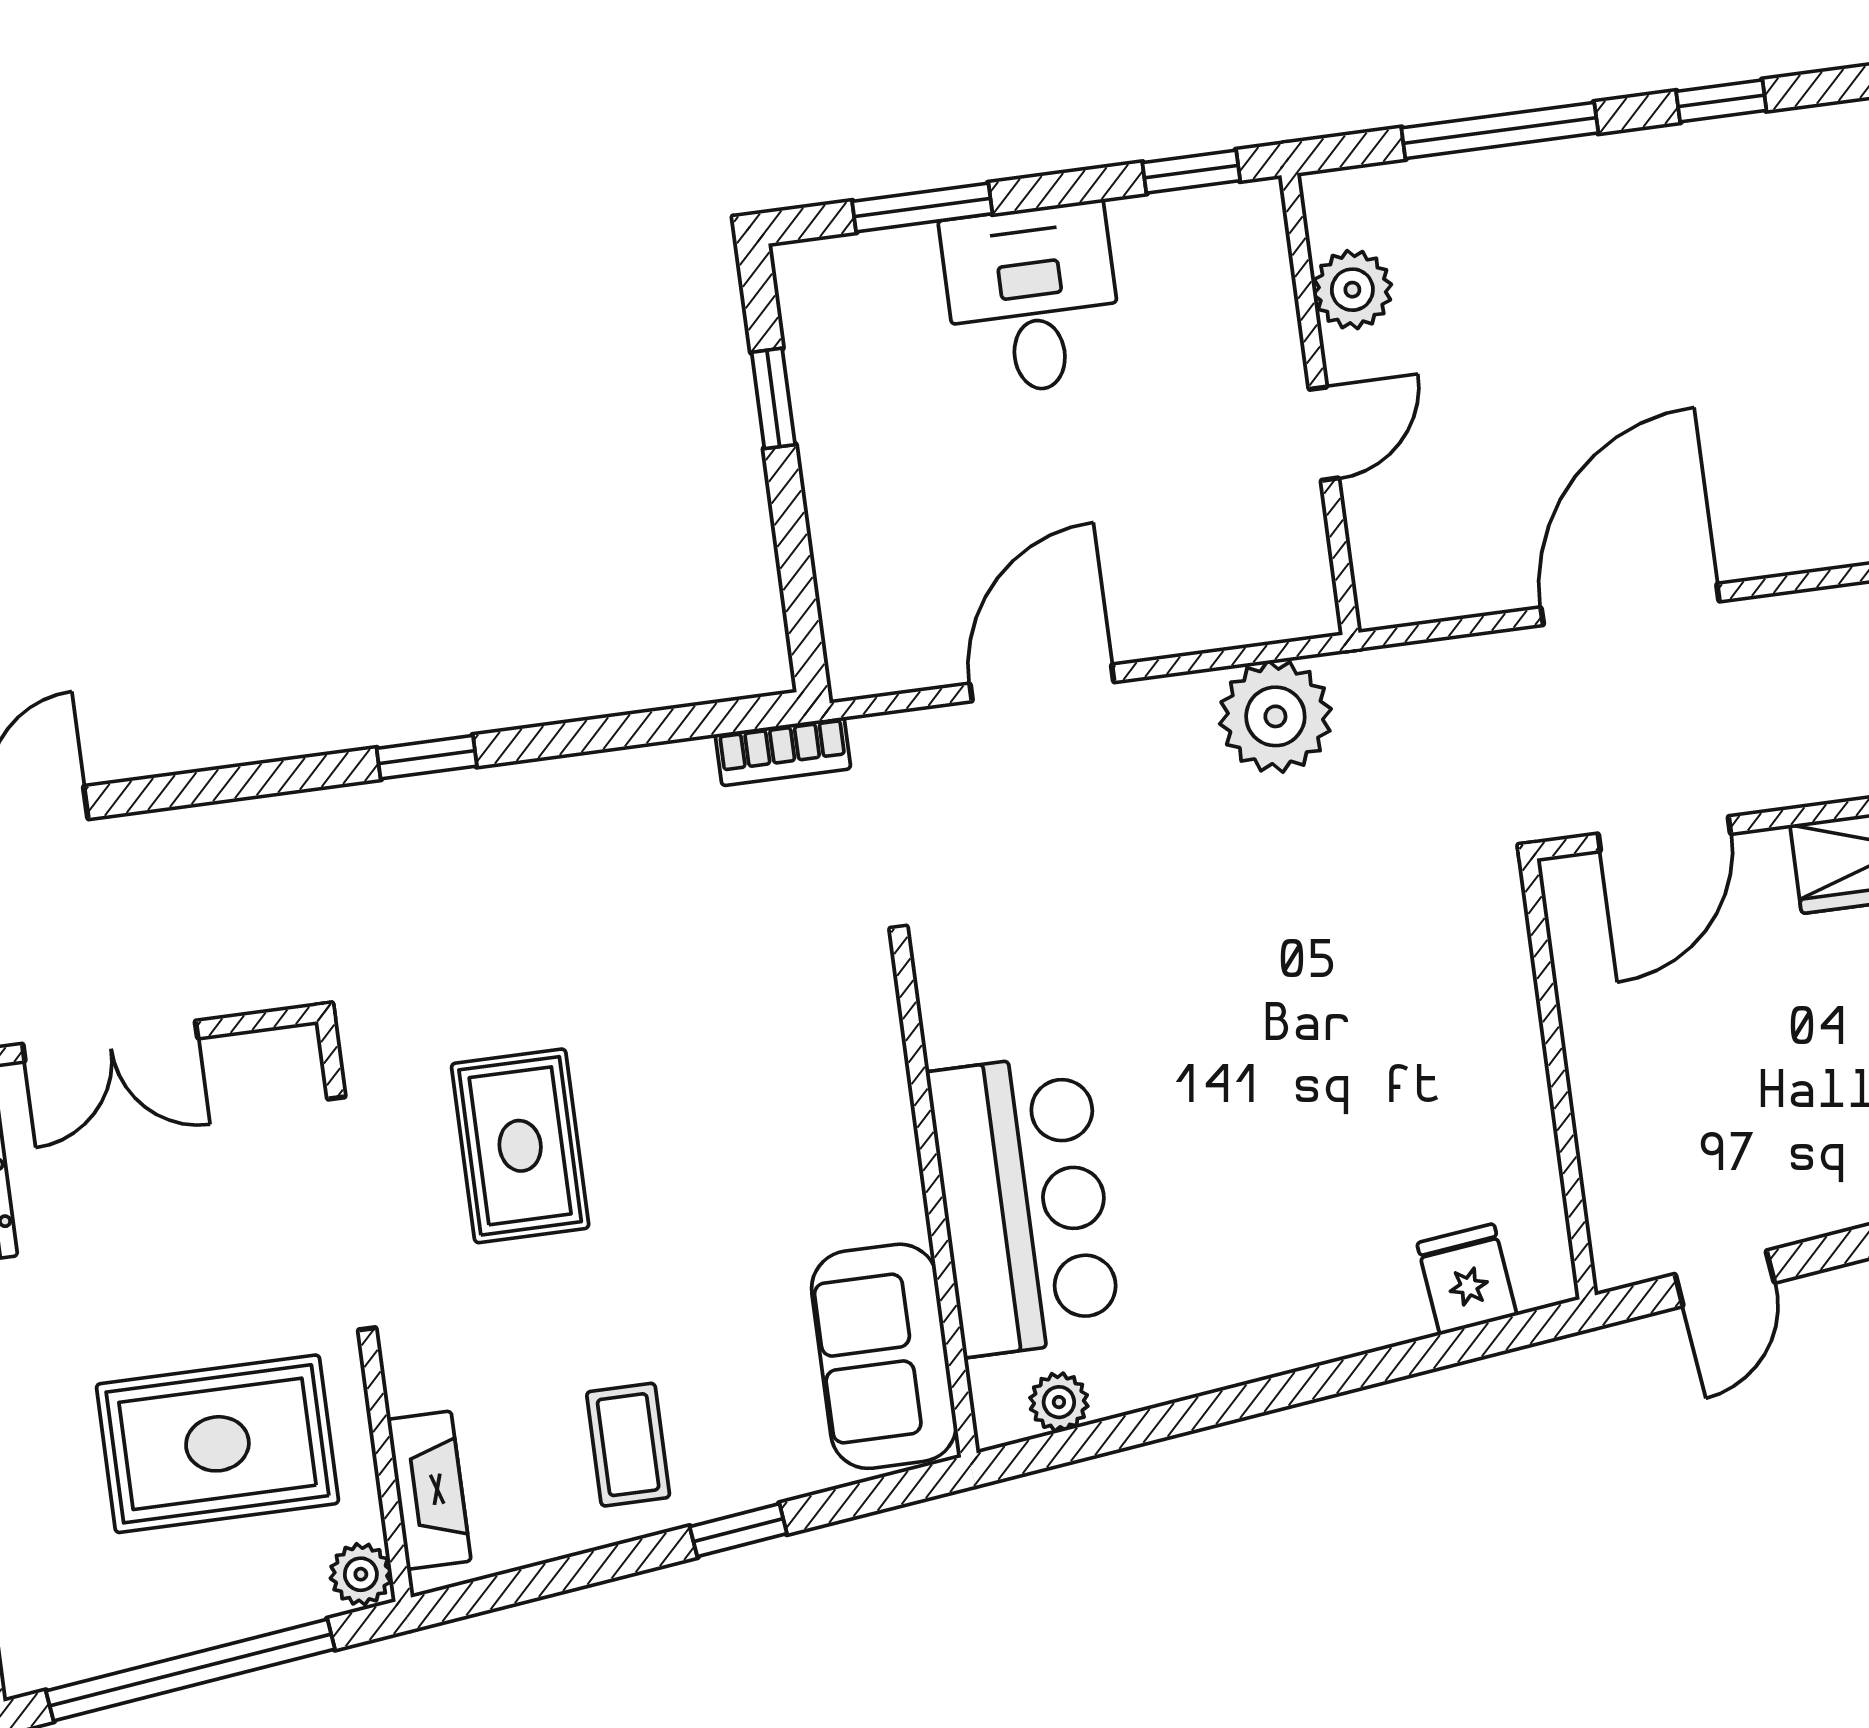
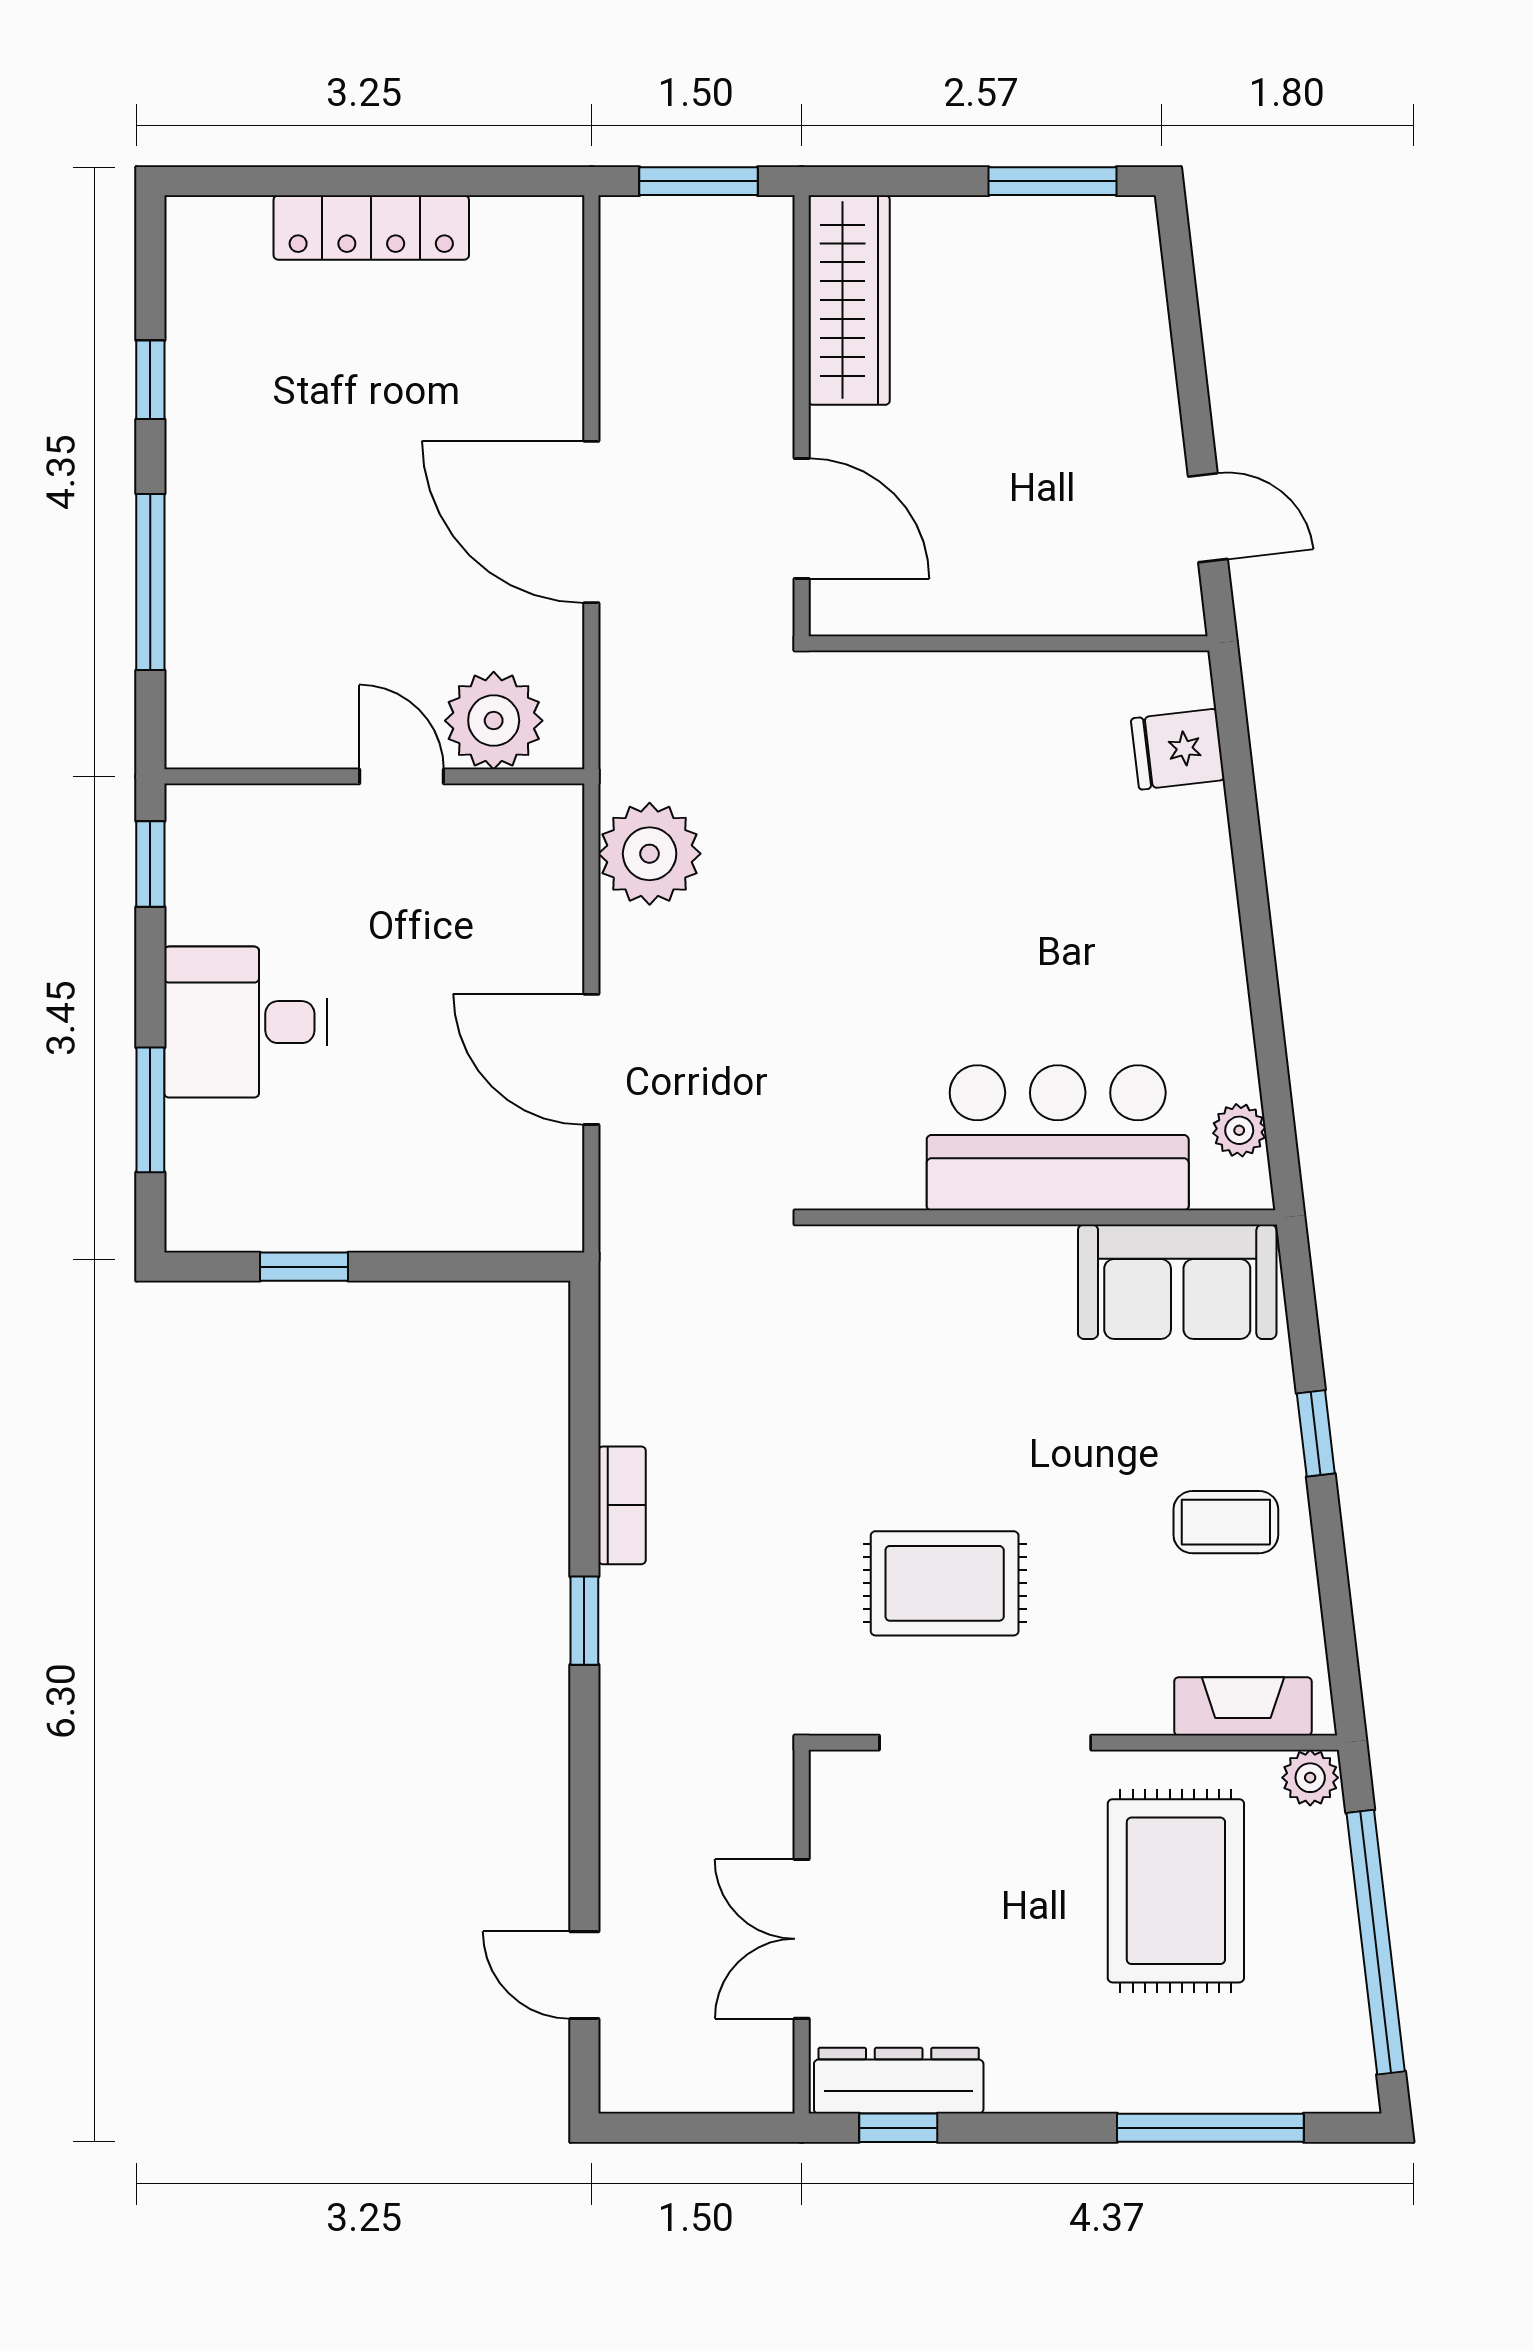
plant: (1352, 290) -> (494, 721), moved, width x1.36, depth x1.36
bookcase: (783, 752) -> (622, 1505), moved
double door: (110, 1041) -> (802, 1939), swing flipped

